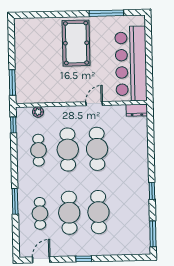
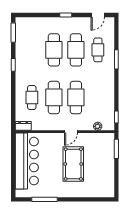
pool table: (76, 43) -> (73, 164), moved
door: (94, 104) -> (71, 132), moved
cafe table: (38, 150) -> (32, 97), moved

